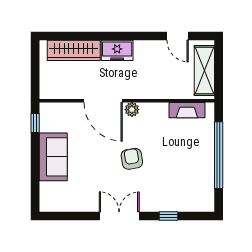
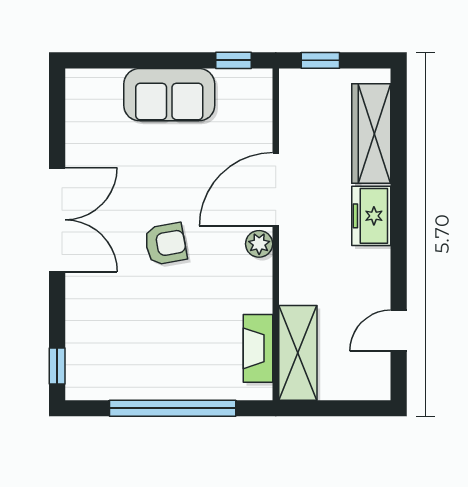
shelving: (204, 70) -> (298, 353), moved, turned 90
window: (35, 77) -> (320, 60), added
double door: (119, 216) -> (57, 220), width x1.37
window: (169, 216) -> (57, 366), moved

